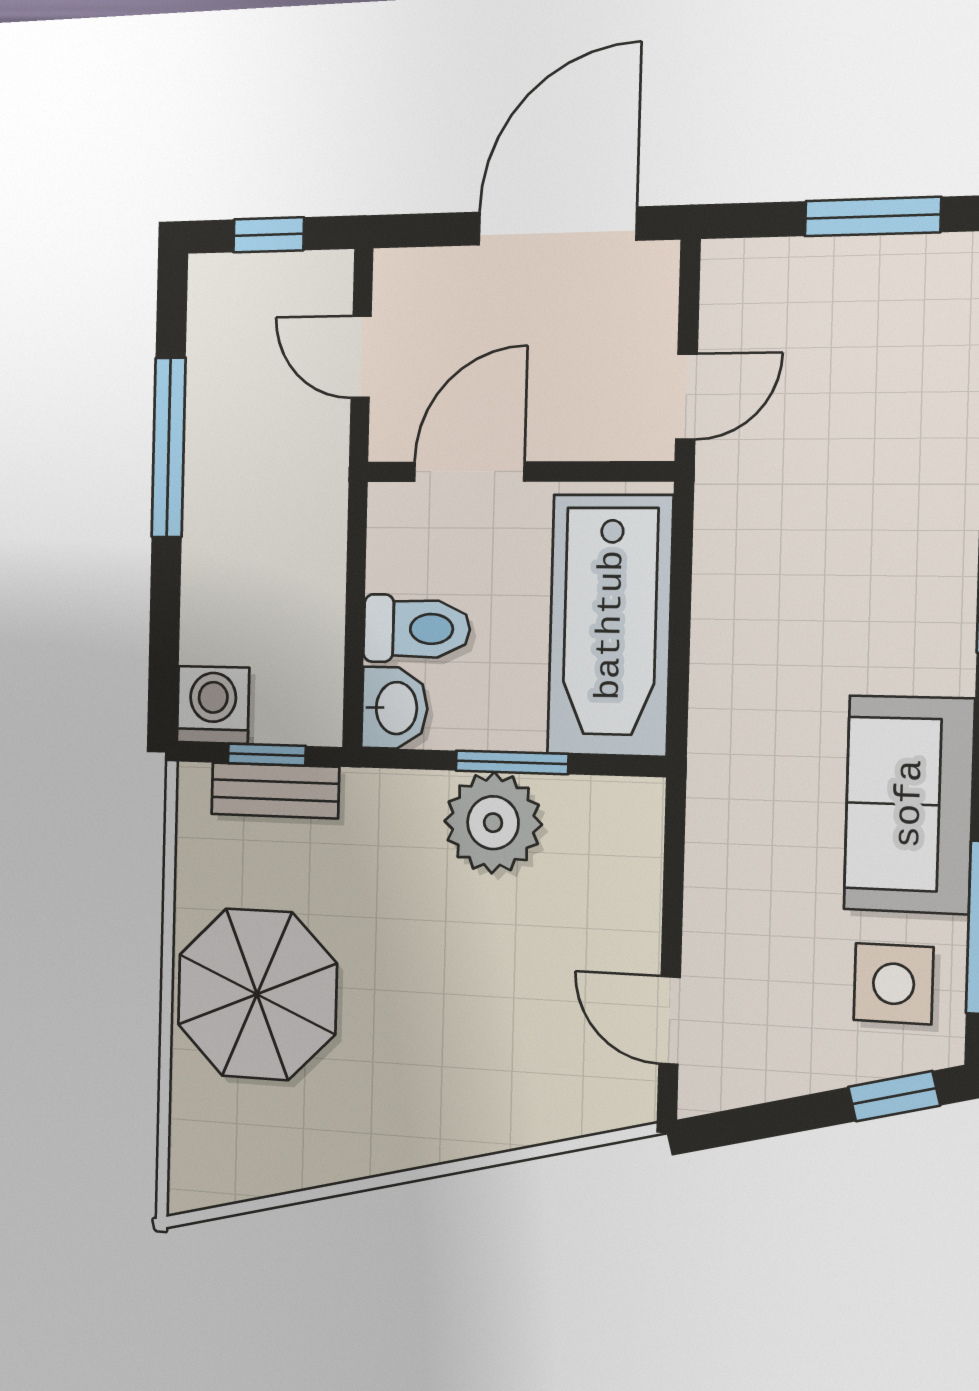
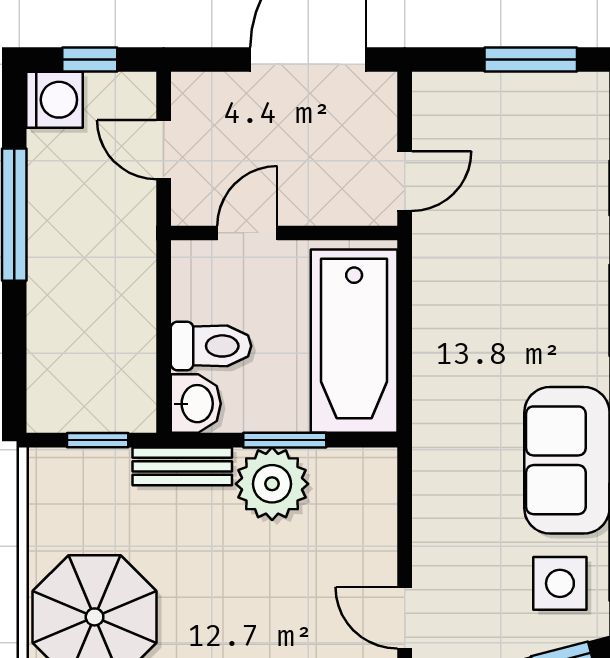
door: (469, 472) -> (247, 233), width x0.73
washing machine: (213, 705) -> (54, 100), moved, turned 90
bench: (275, 790) -> (182, 466), moved

